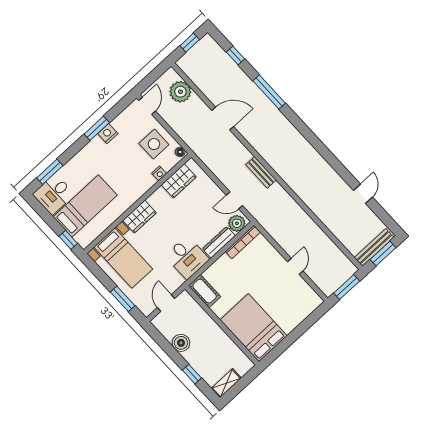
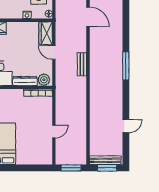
window: (269, 92) -> (126, 66), moved
wardrobe: (179, 181) -> (46, 33), moved, turned 90
door: (234, 200) -> (54, 52), moved

